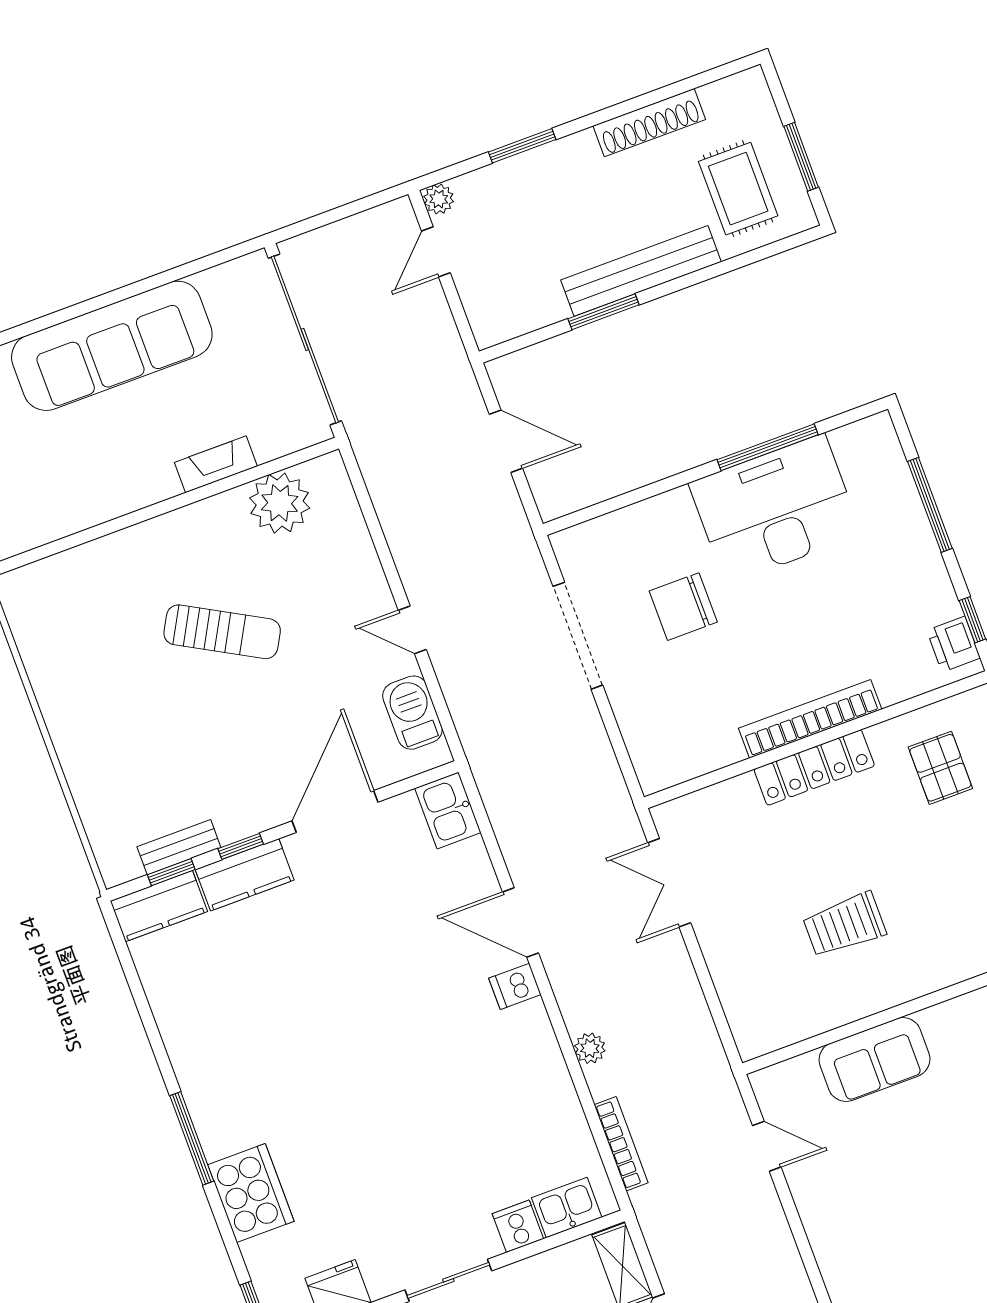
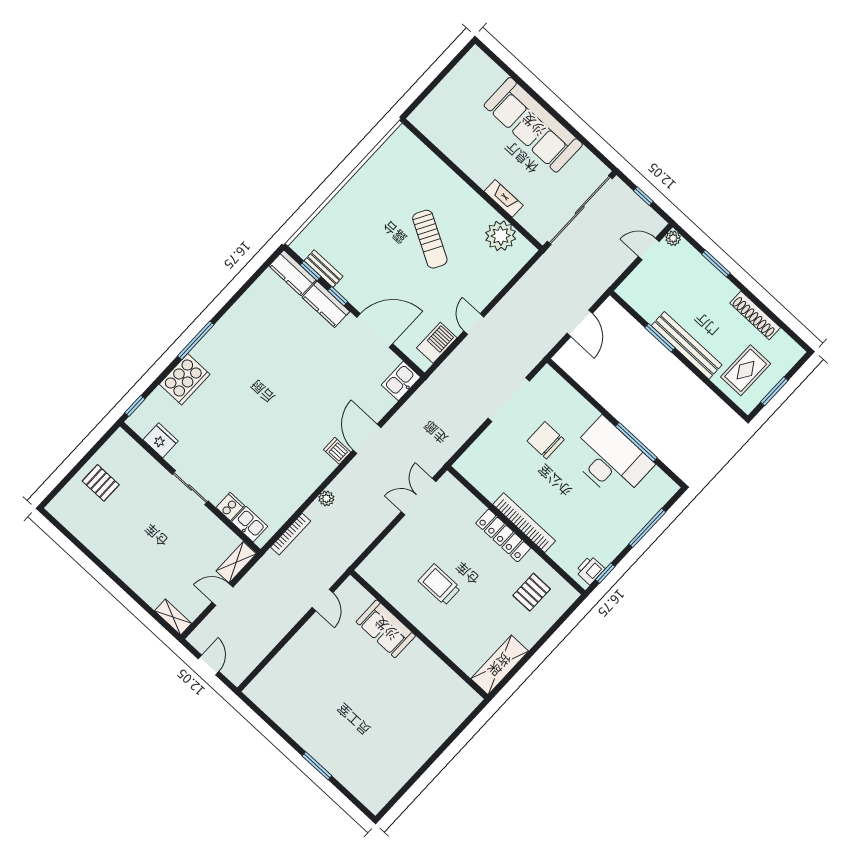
window: (337, 214) -> (643, 196), added

